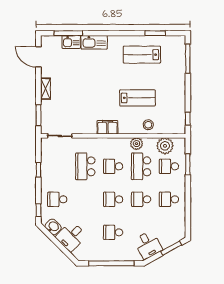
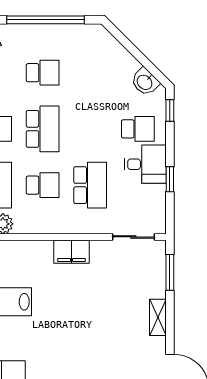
filing cabinet: (107, 127) -> (72, 252), moved
school desk: (113, 199) -> (43, 129), width x1.85
desk: (71, 236) -> (145, 164), moved, turned 45

